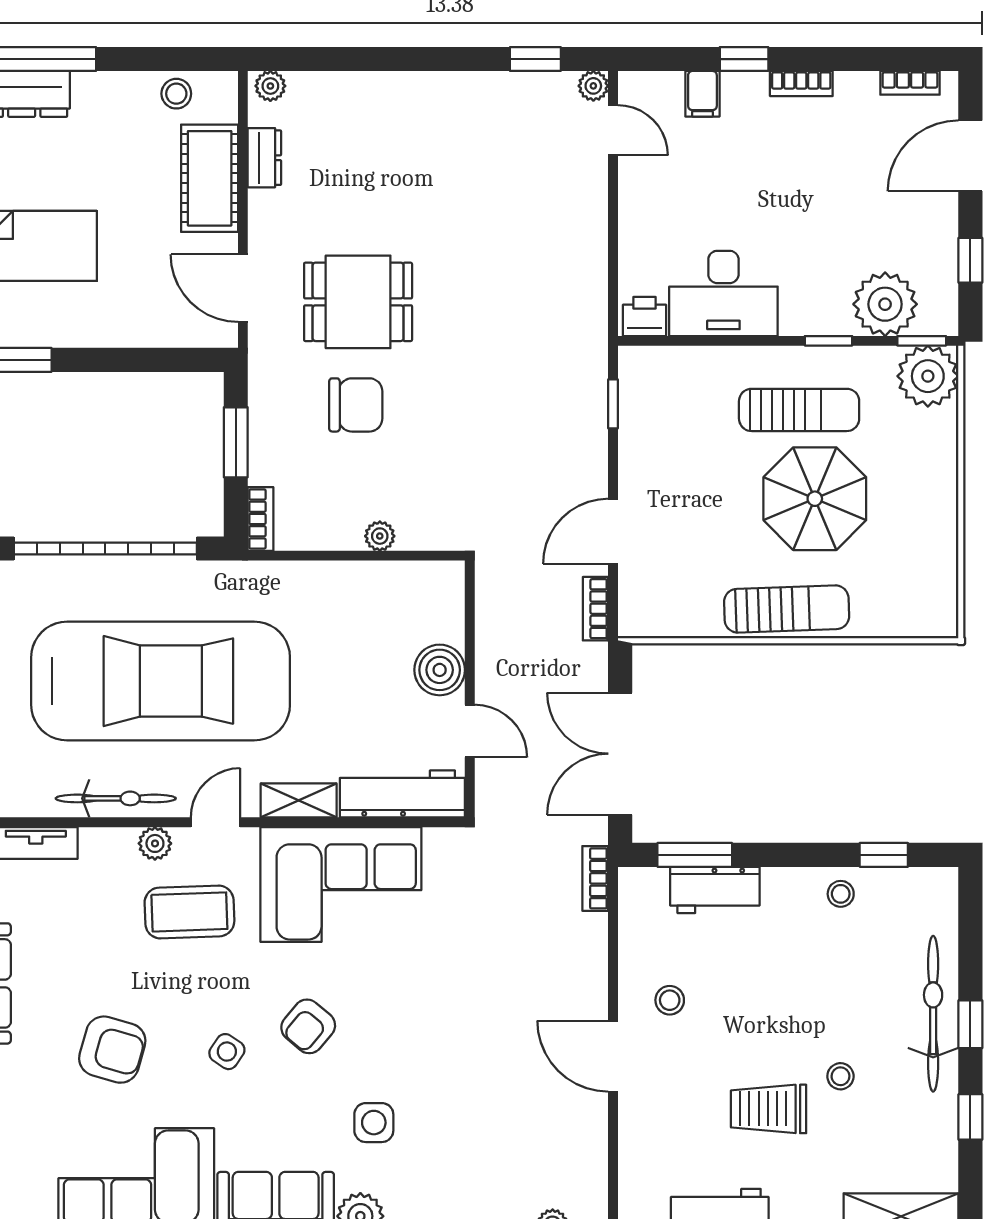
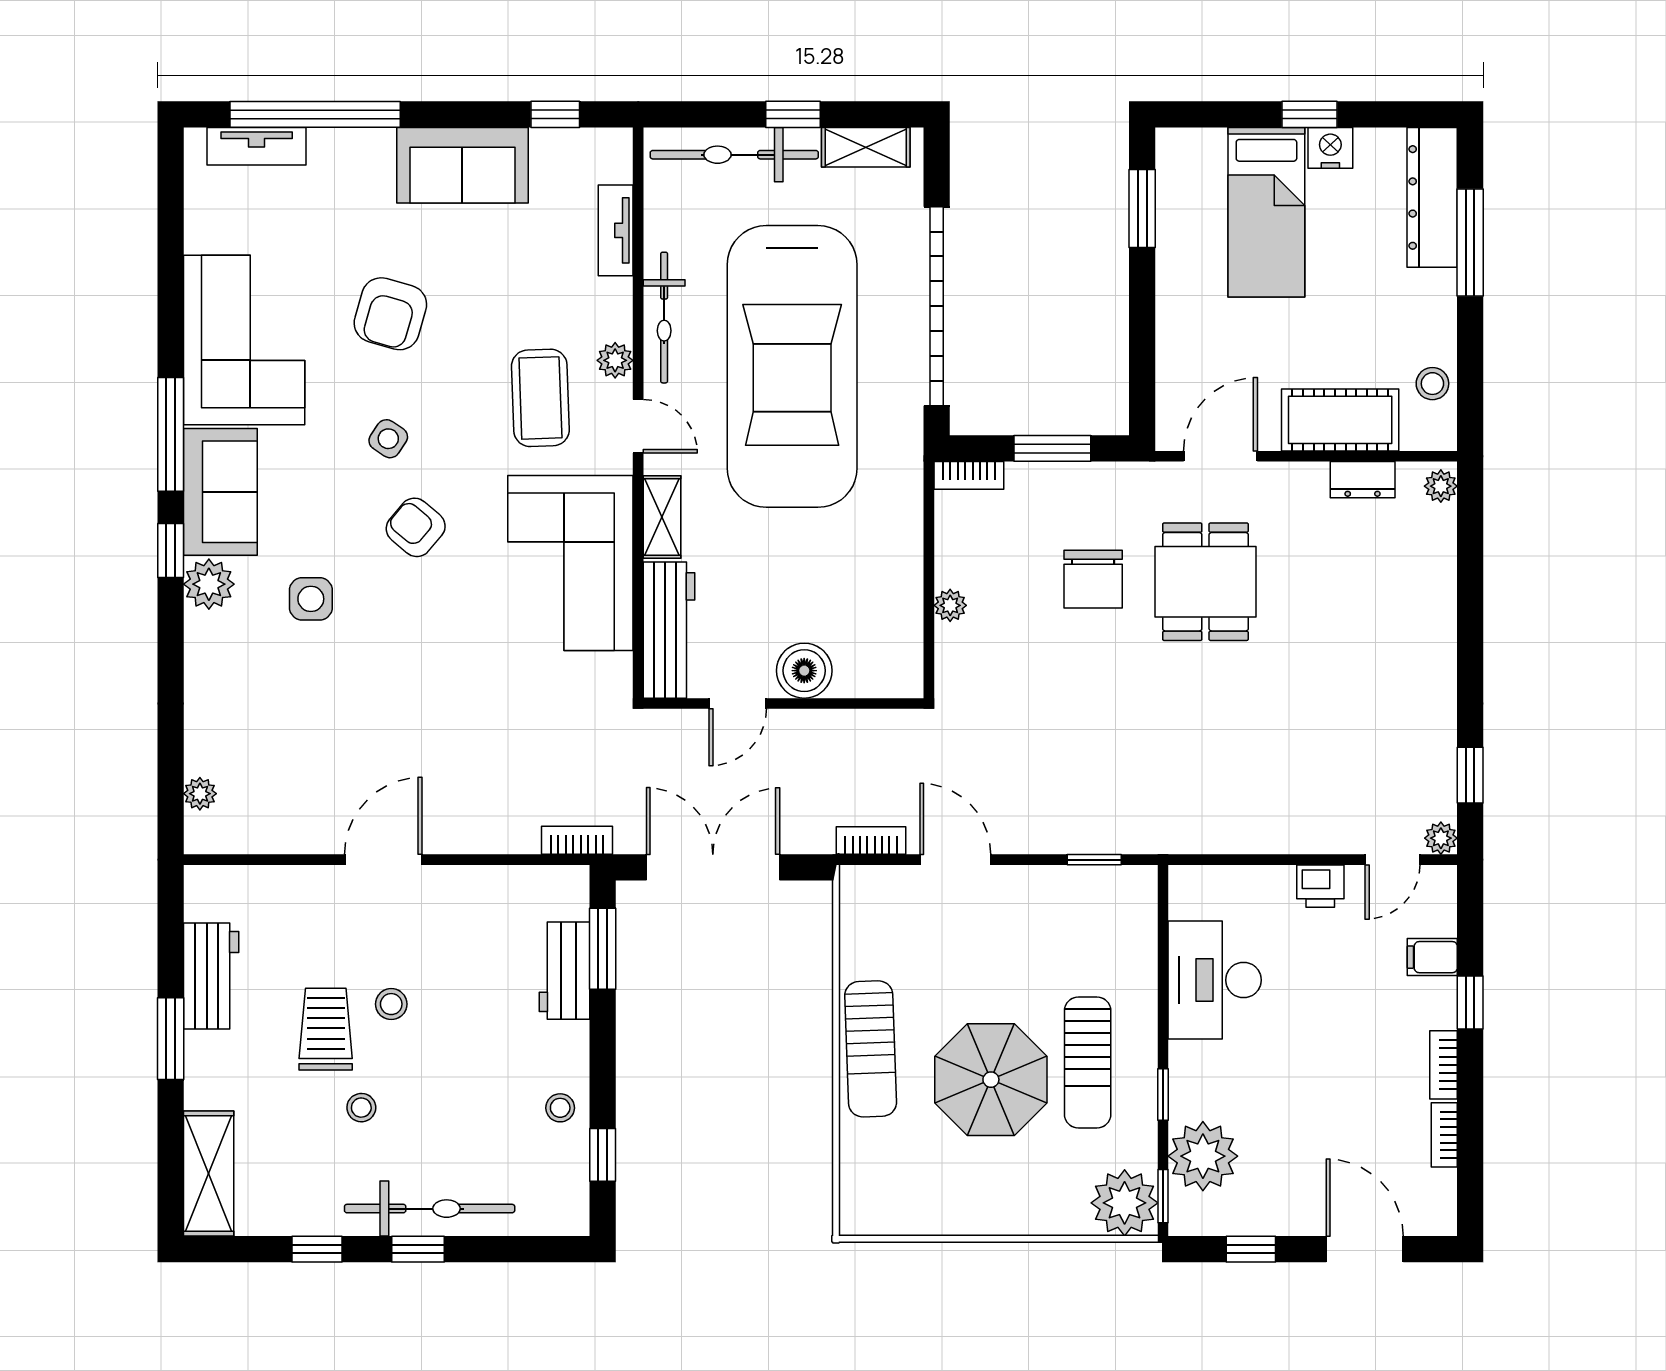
bookcase: (910, 83) -> (1444, 1135), moved
printer: (645, 316) -> (1320, 886), moved, turned 90
stool: (670, 1000) -> (391, 1004), moved

